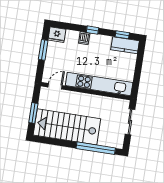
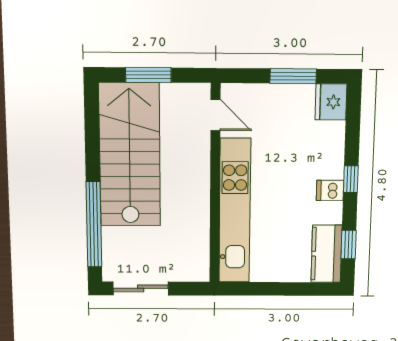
dishwasher: (84, 38) -> (330, 190), moved
sliding door: (130, 122) -> (141, 288), moved

